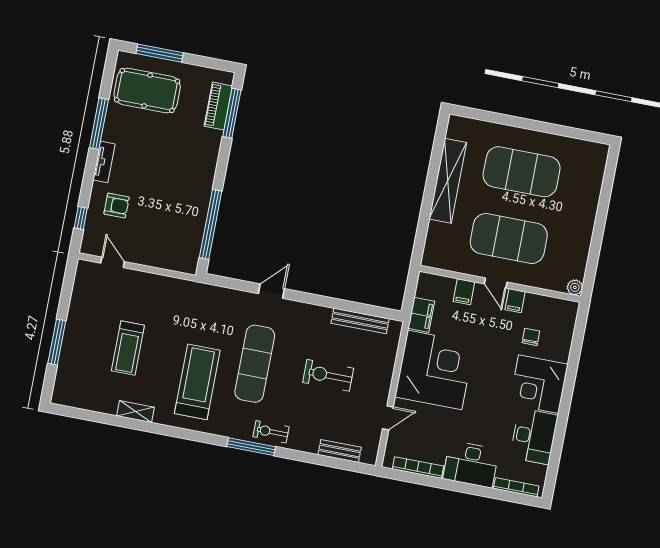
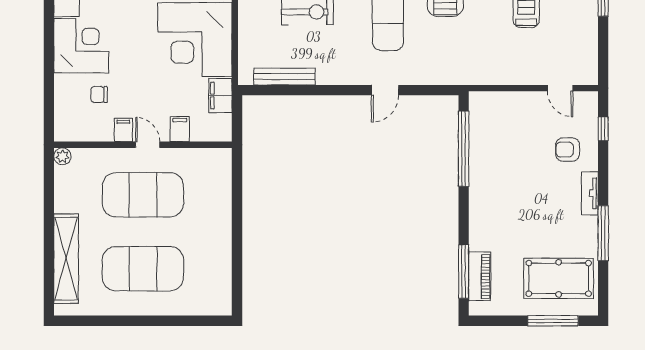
shelving: (448, 181) -> (66, 259), moved
chair: (531, 337) -> (99, 95), turned 90

